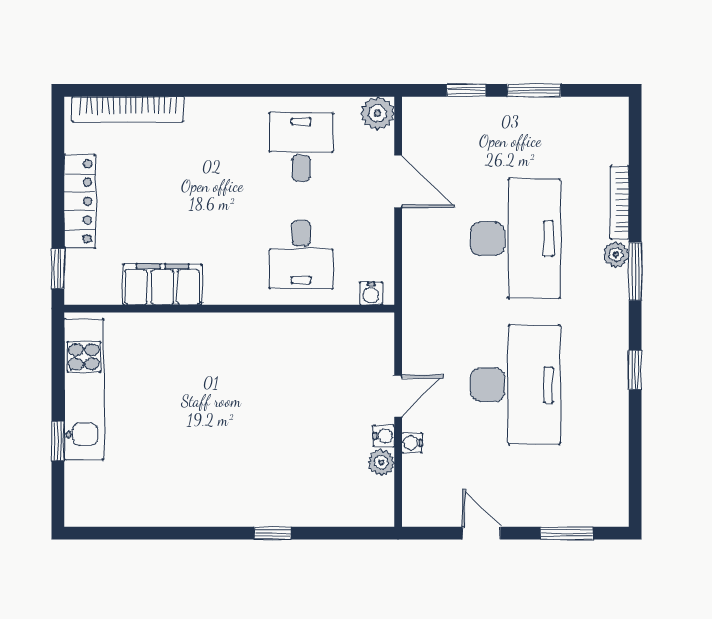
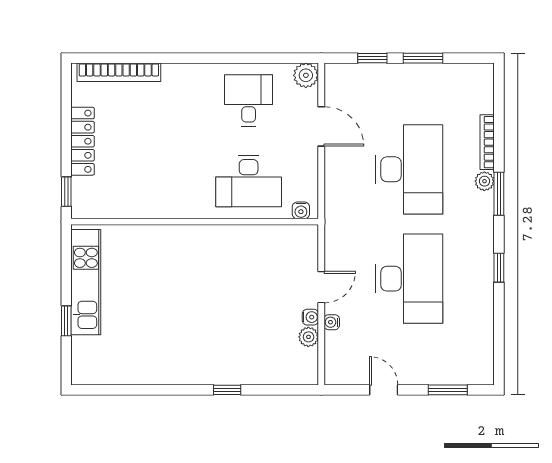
desk: (301, 255) -> (249, 181), width x1.37
filing cabinet: (162, 284) -> (145, 203), removed

